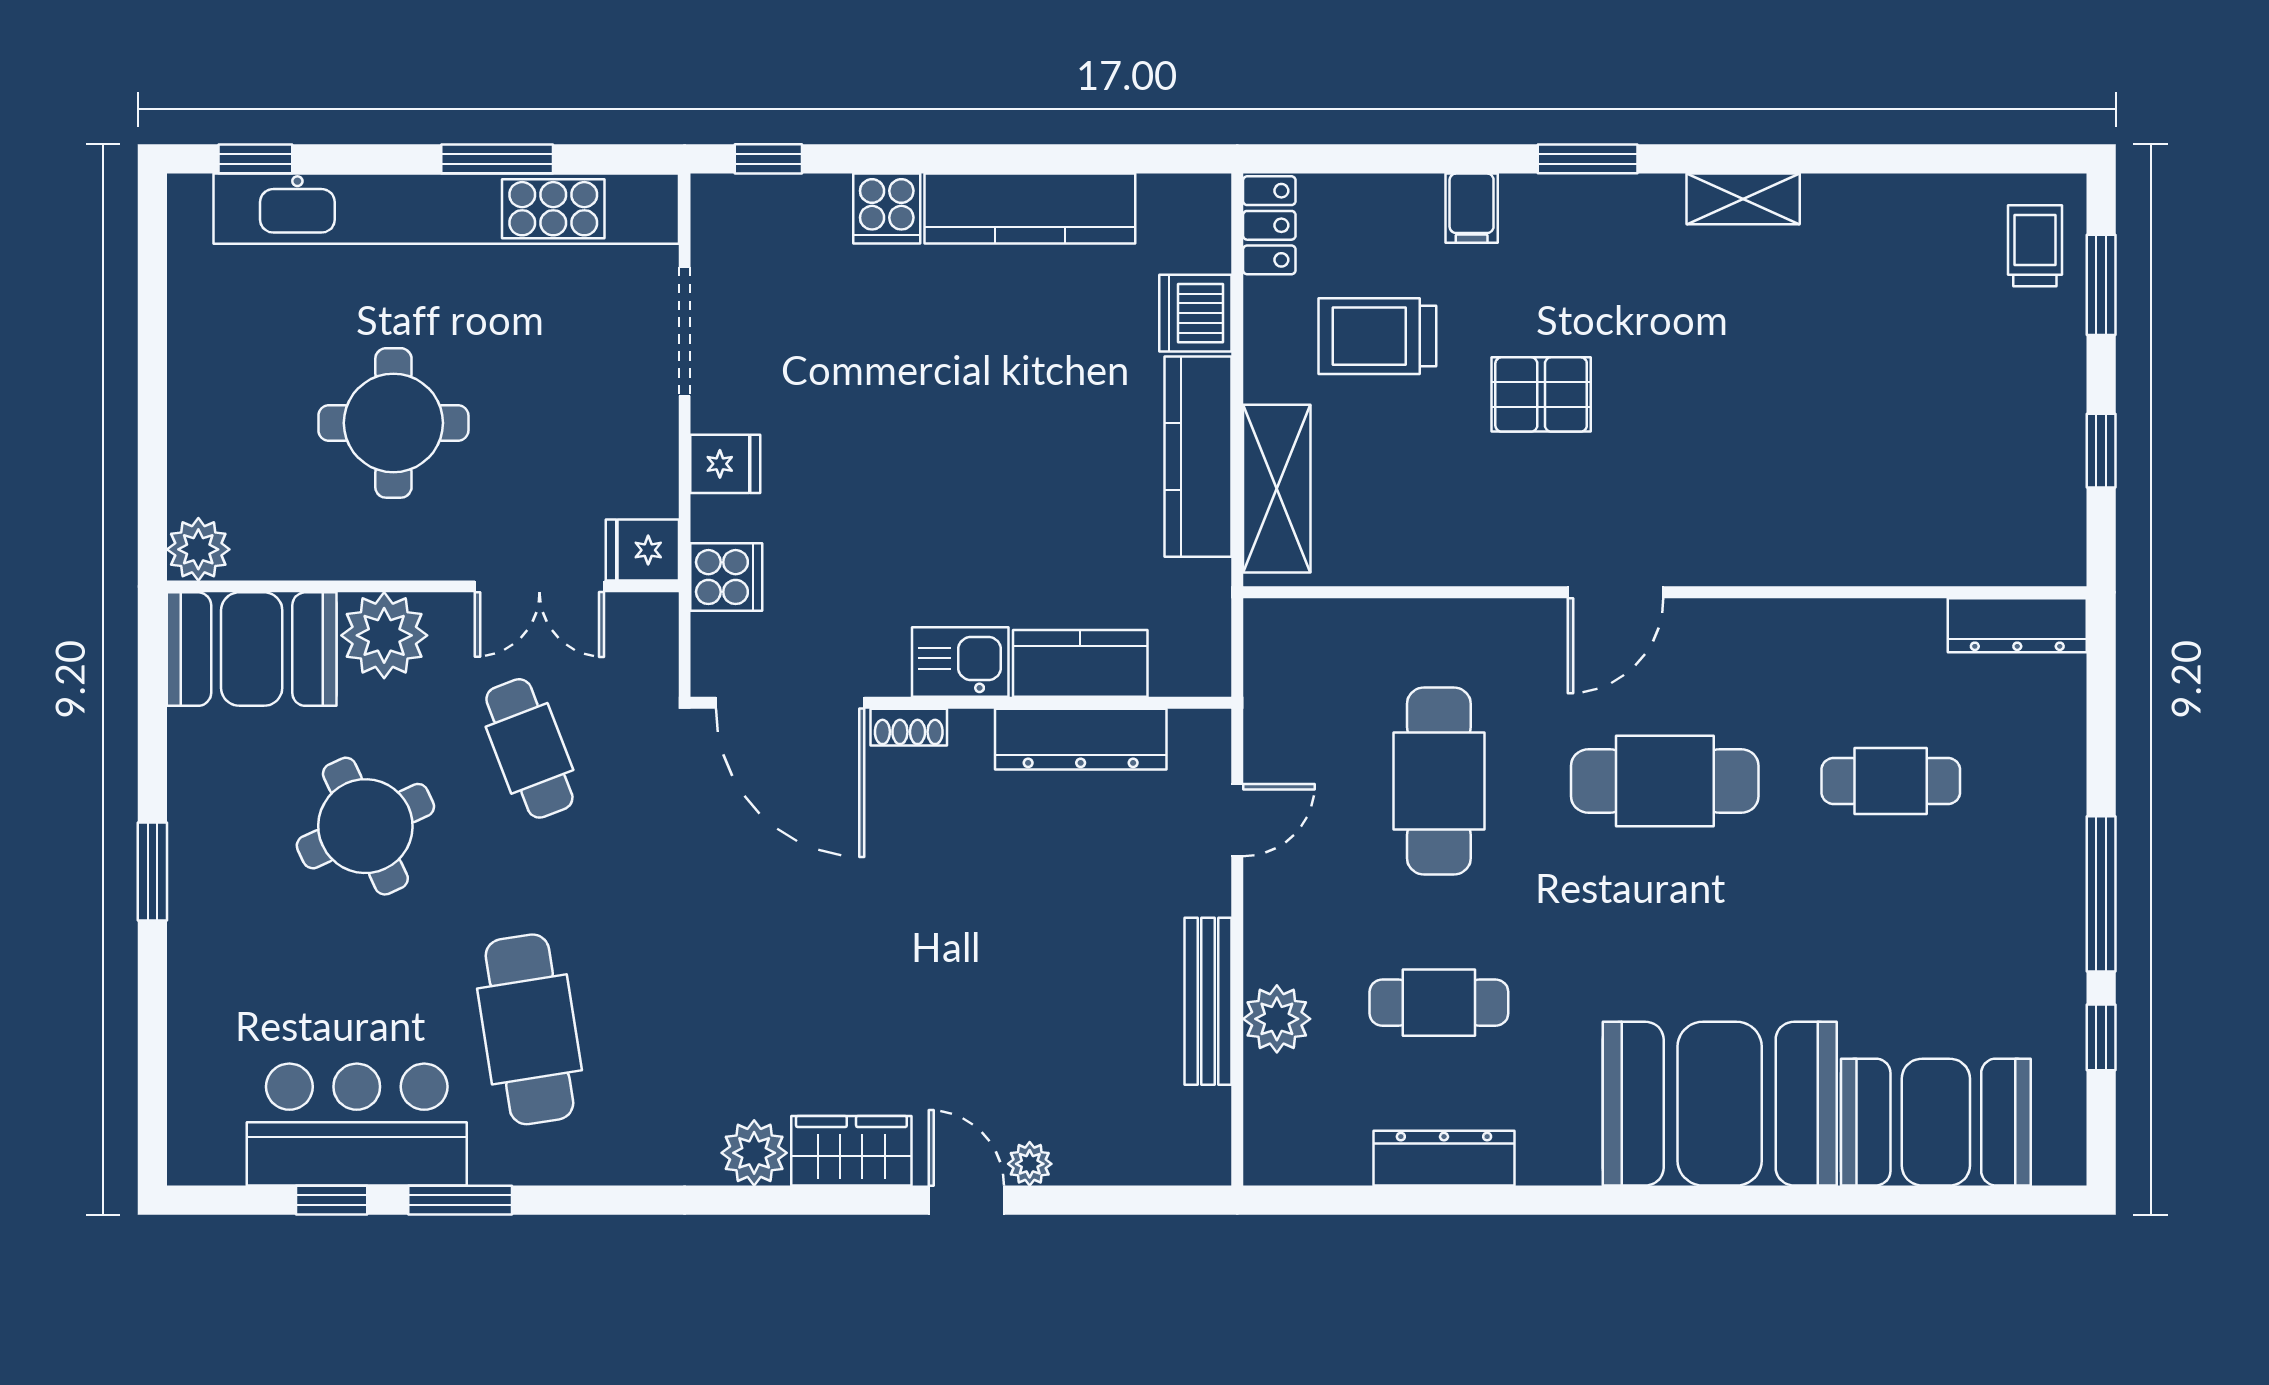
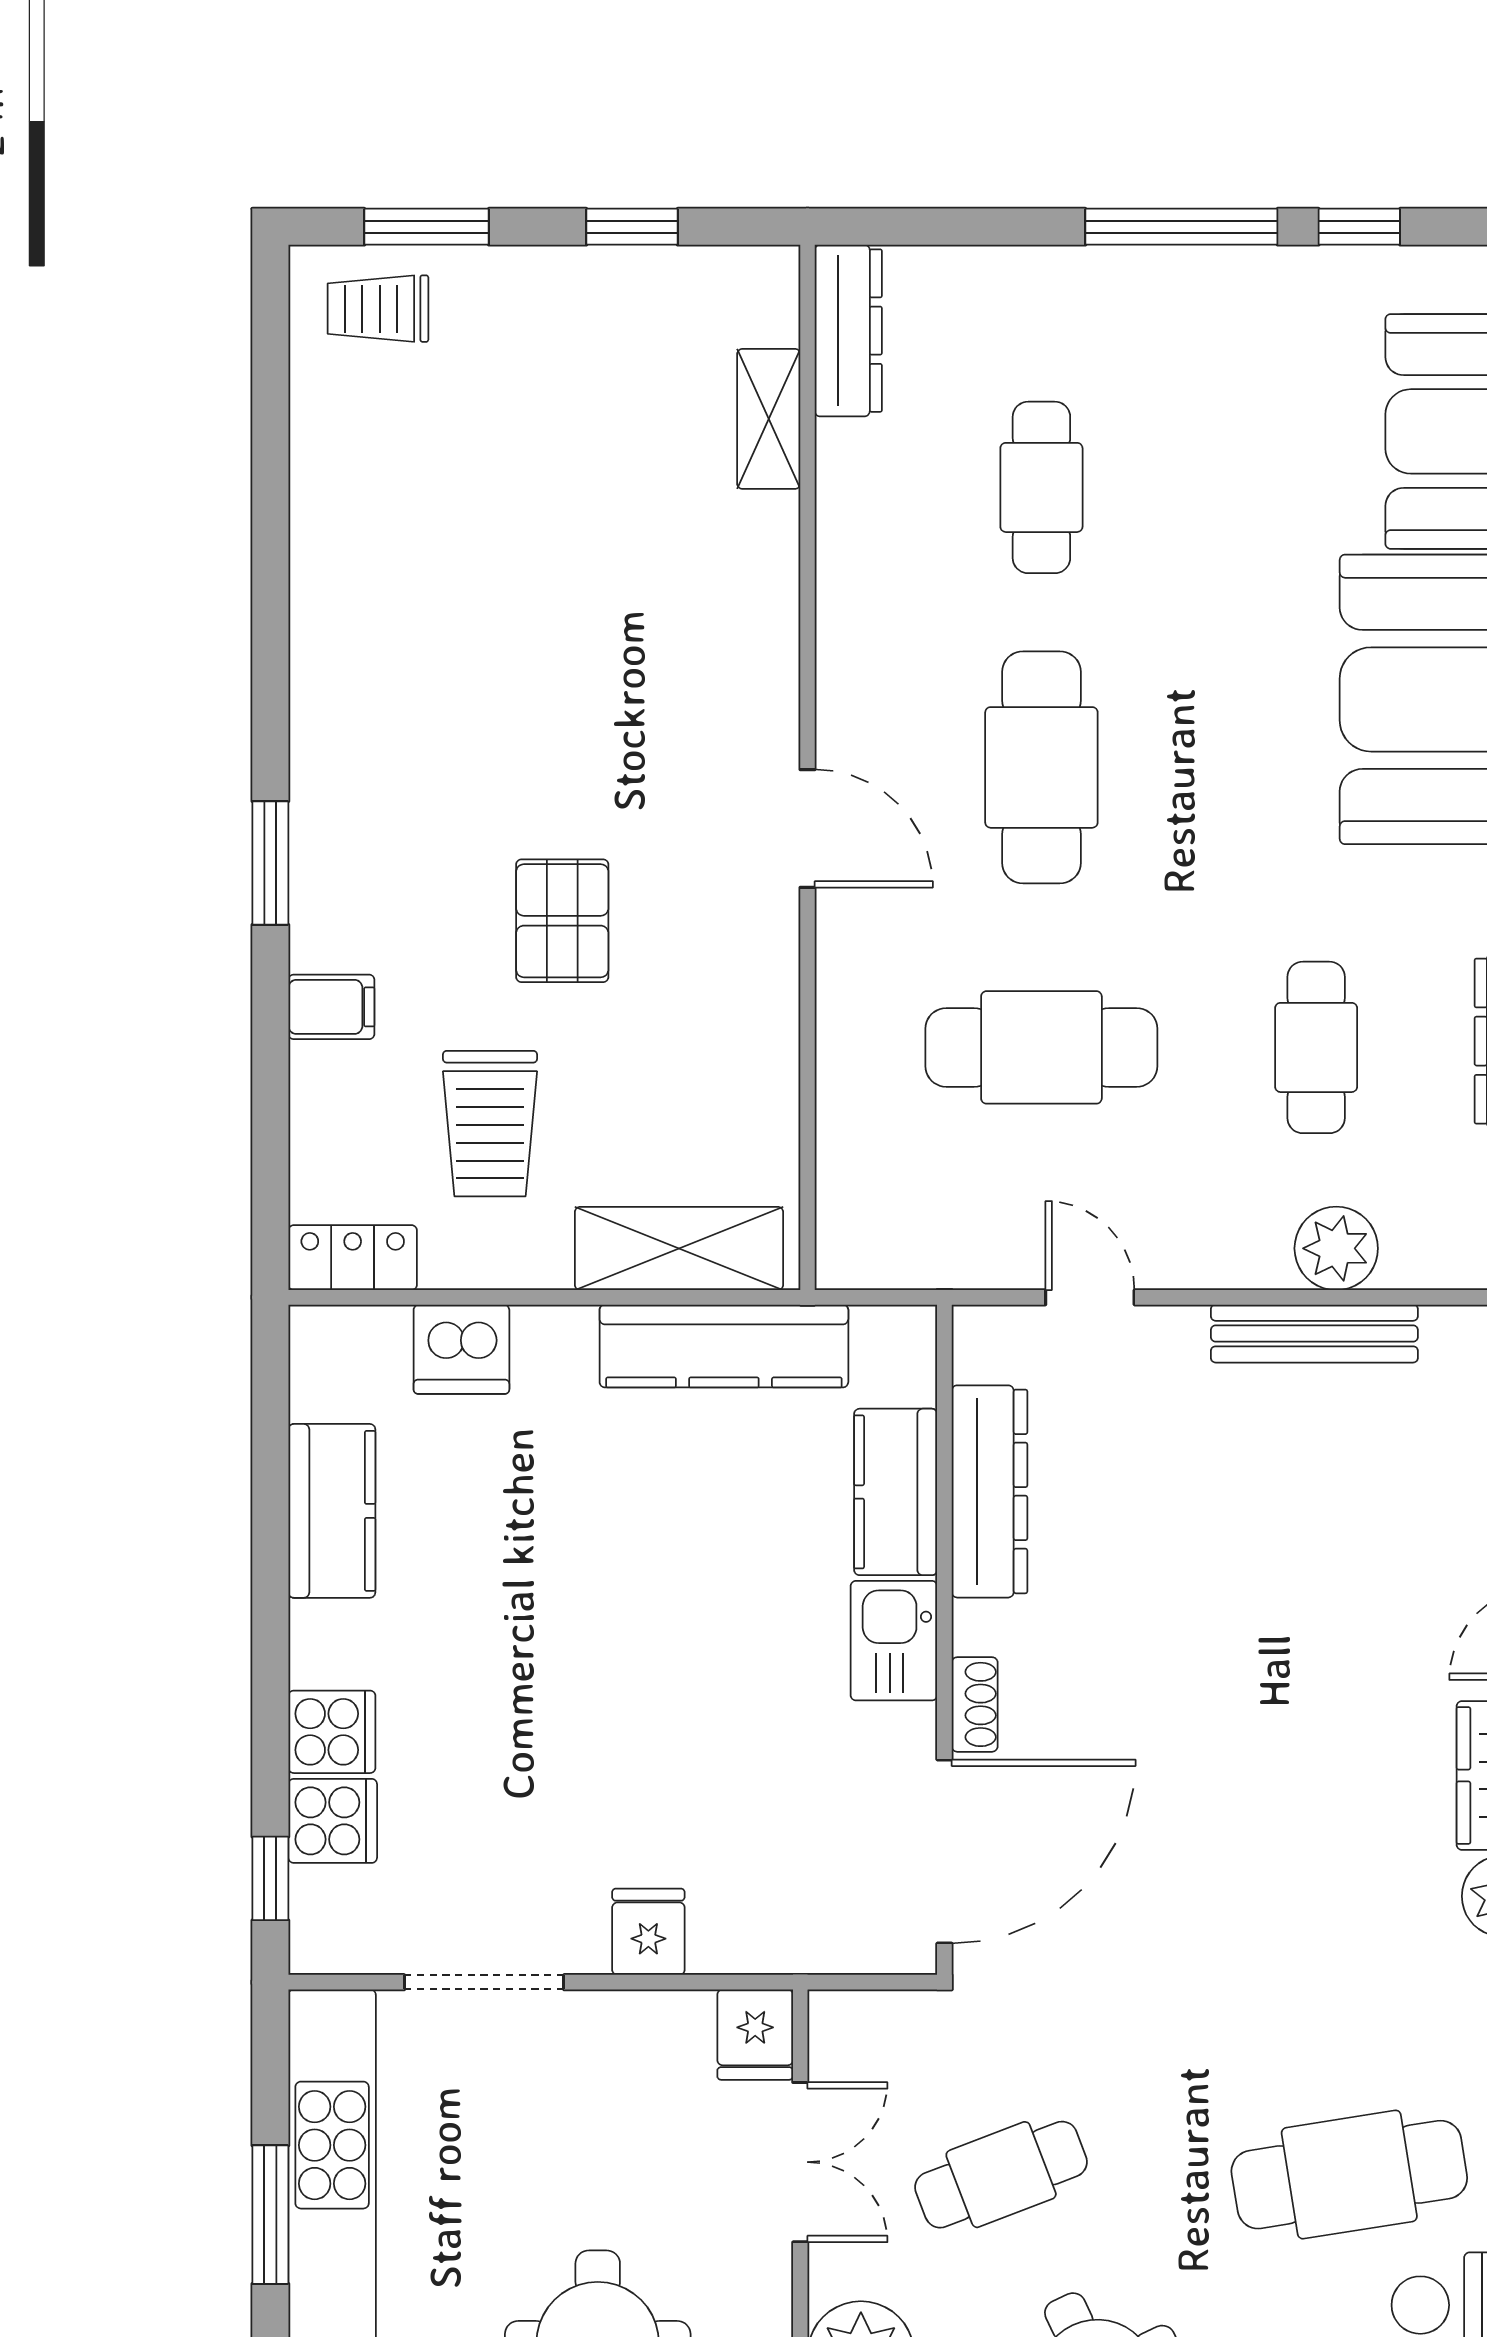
shelving: (1743, 199) -> (769, 419), moved
kitchen counter: (1030, 208) -> (332, 1511), width x0.67
kitchen counter: (1198, 457) -> (724, 1346), moved
cooker: (726, 577) -> (333, 1821), moved, turned 90

